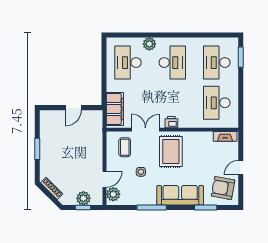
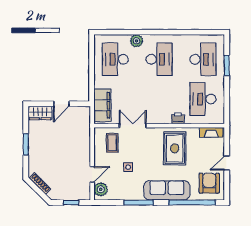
window: (241, 57) -> (227, 65), moved
desk: (217, 63) -> (203, 59), turned 180
wardrobe: (52, 117) -> (40, 113), added
printer: (171, 122) -> (178, 118), moved
rug: (171, 152) -> (175, 148), moved
armchair: (223, 188) -> (209, 183), turned 80
plant: (83, 198) -> (71, 193), removed
window: (206, 208) -> (192, 202), width x2.11

